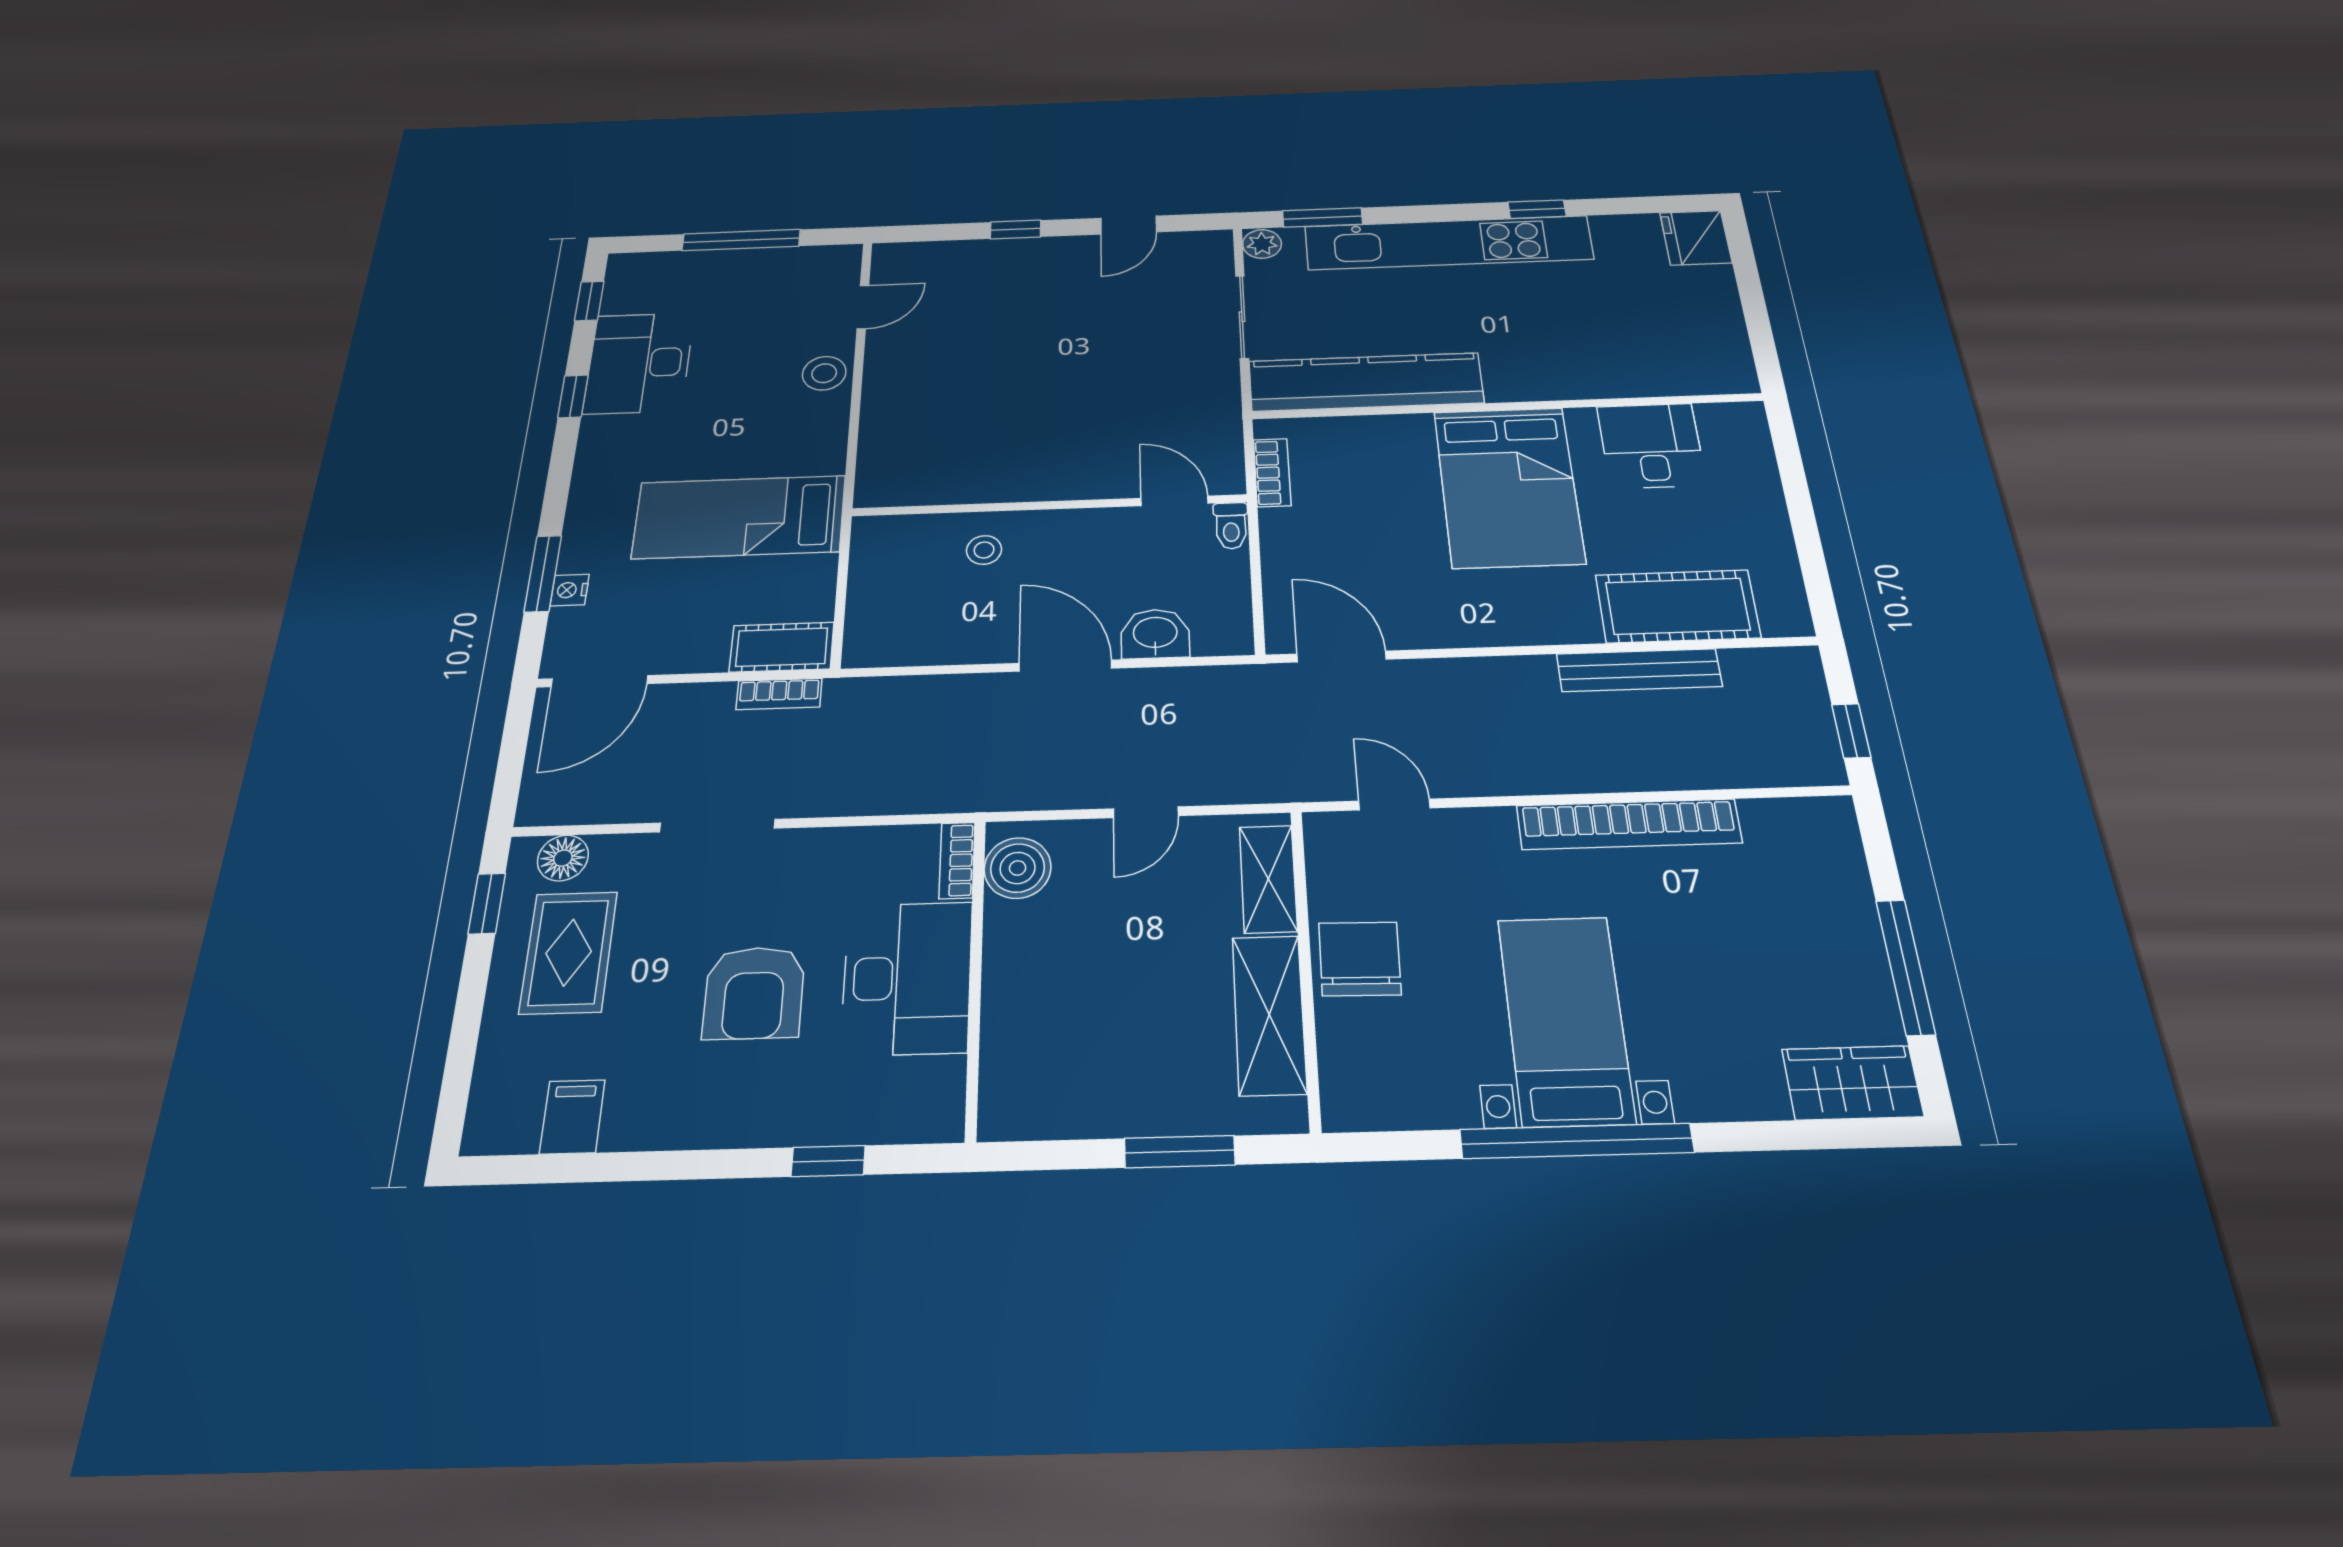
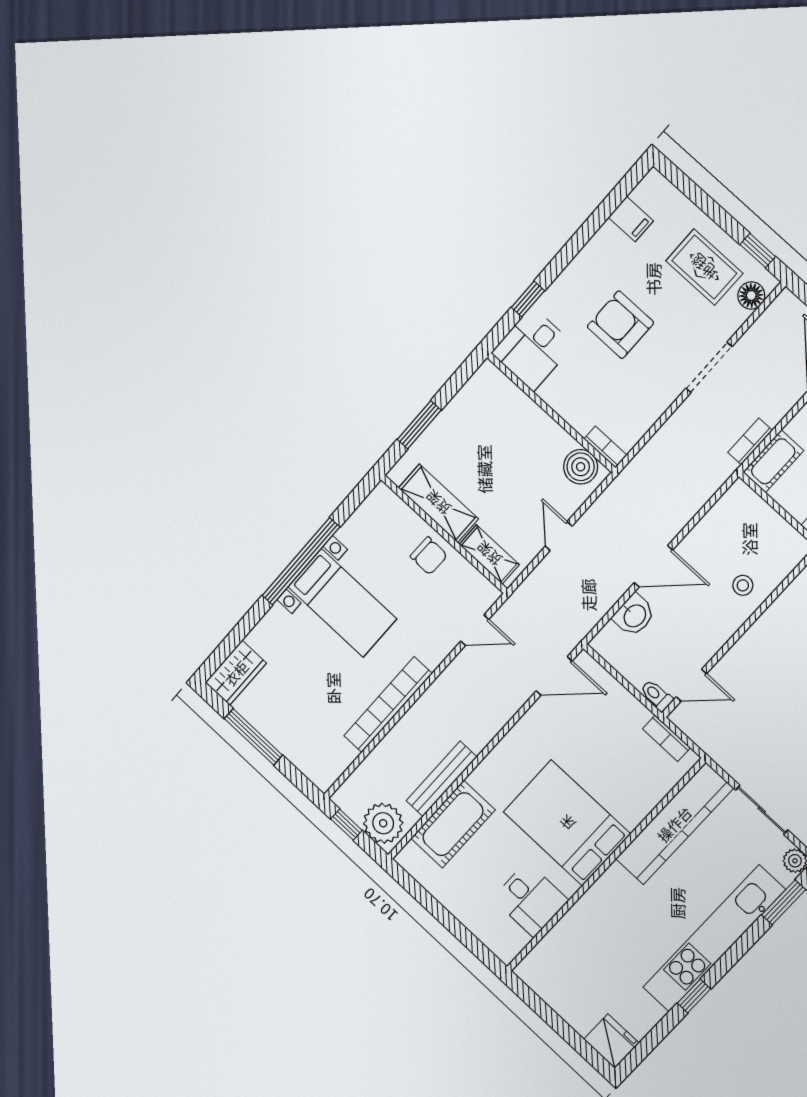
plant: (1788, 688) -> (383, 823), added
chair: (1360, 959) -> (429, 556), width x0.73, depth x0.73
desk: (907, 978) -> (533, 349), moved, width x0.73

